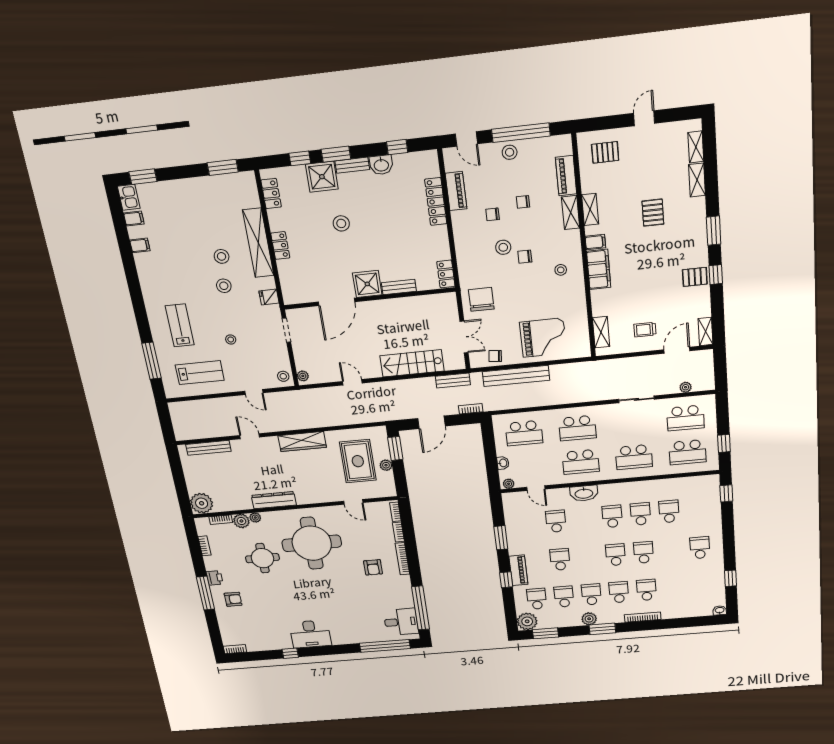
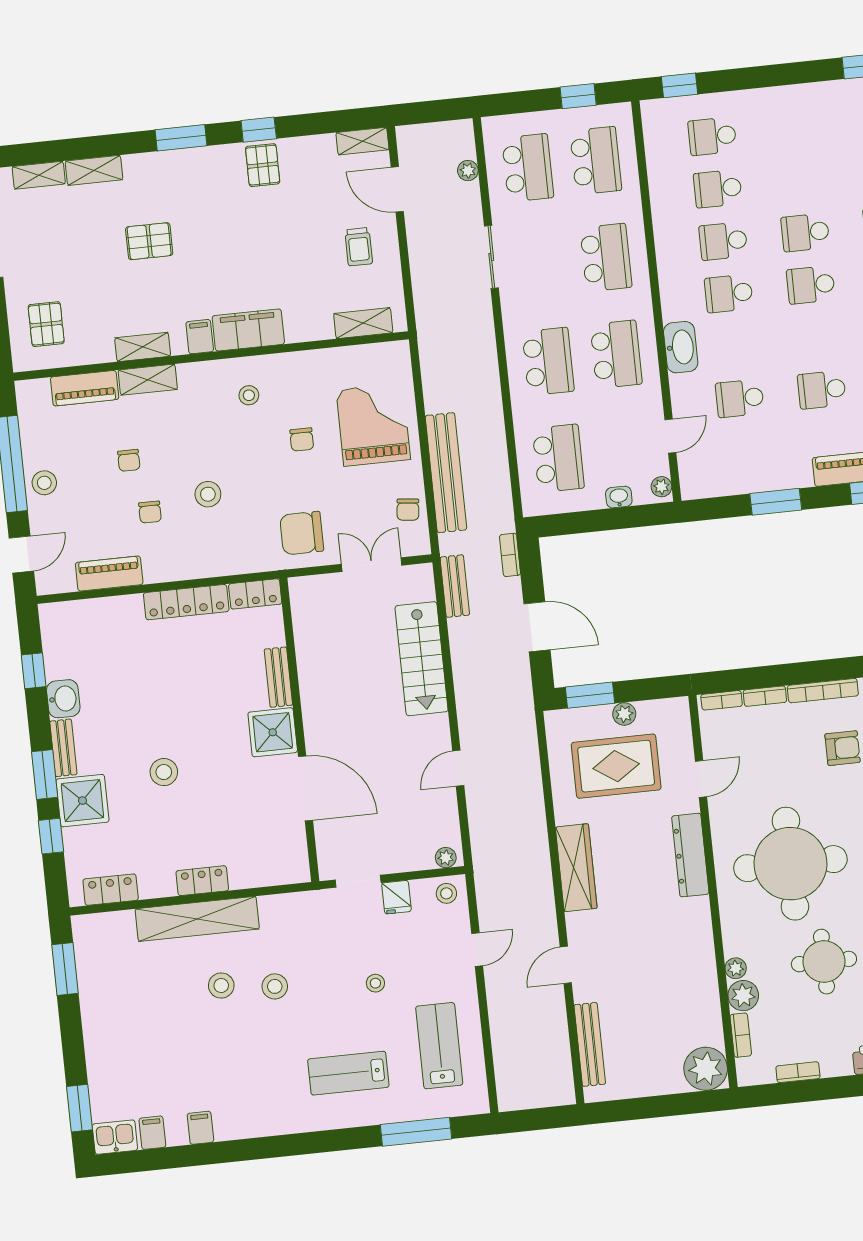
locker: (436, 202) -> (186, 602), moved
chair: (525, 257) -> (302, 439), moved
fridge: (269, 297) -> (396, 897), moved
dresser: (274, 500) -> (690, 855), moved
school desk: (700, 548) -> (712, 136), moved

